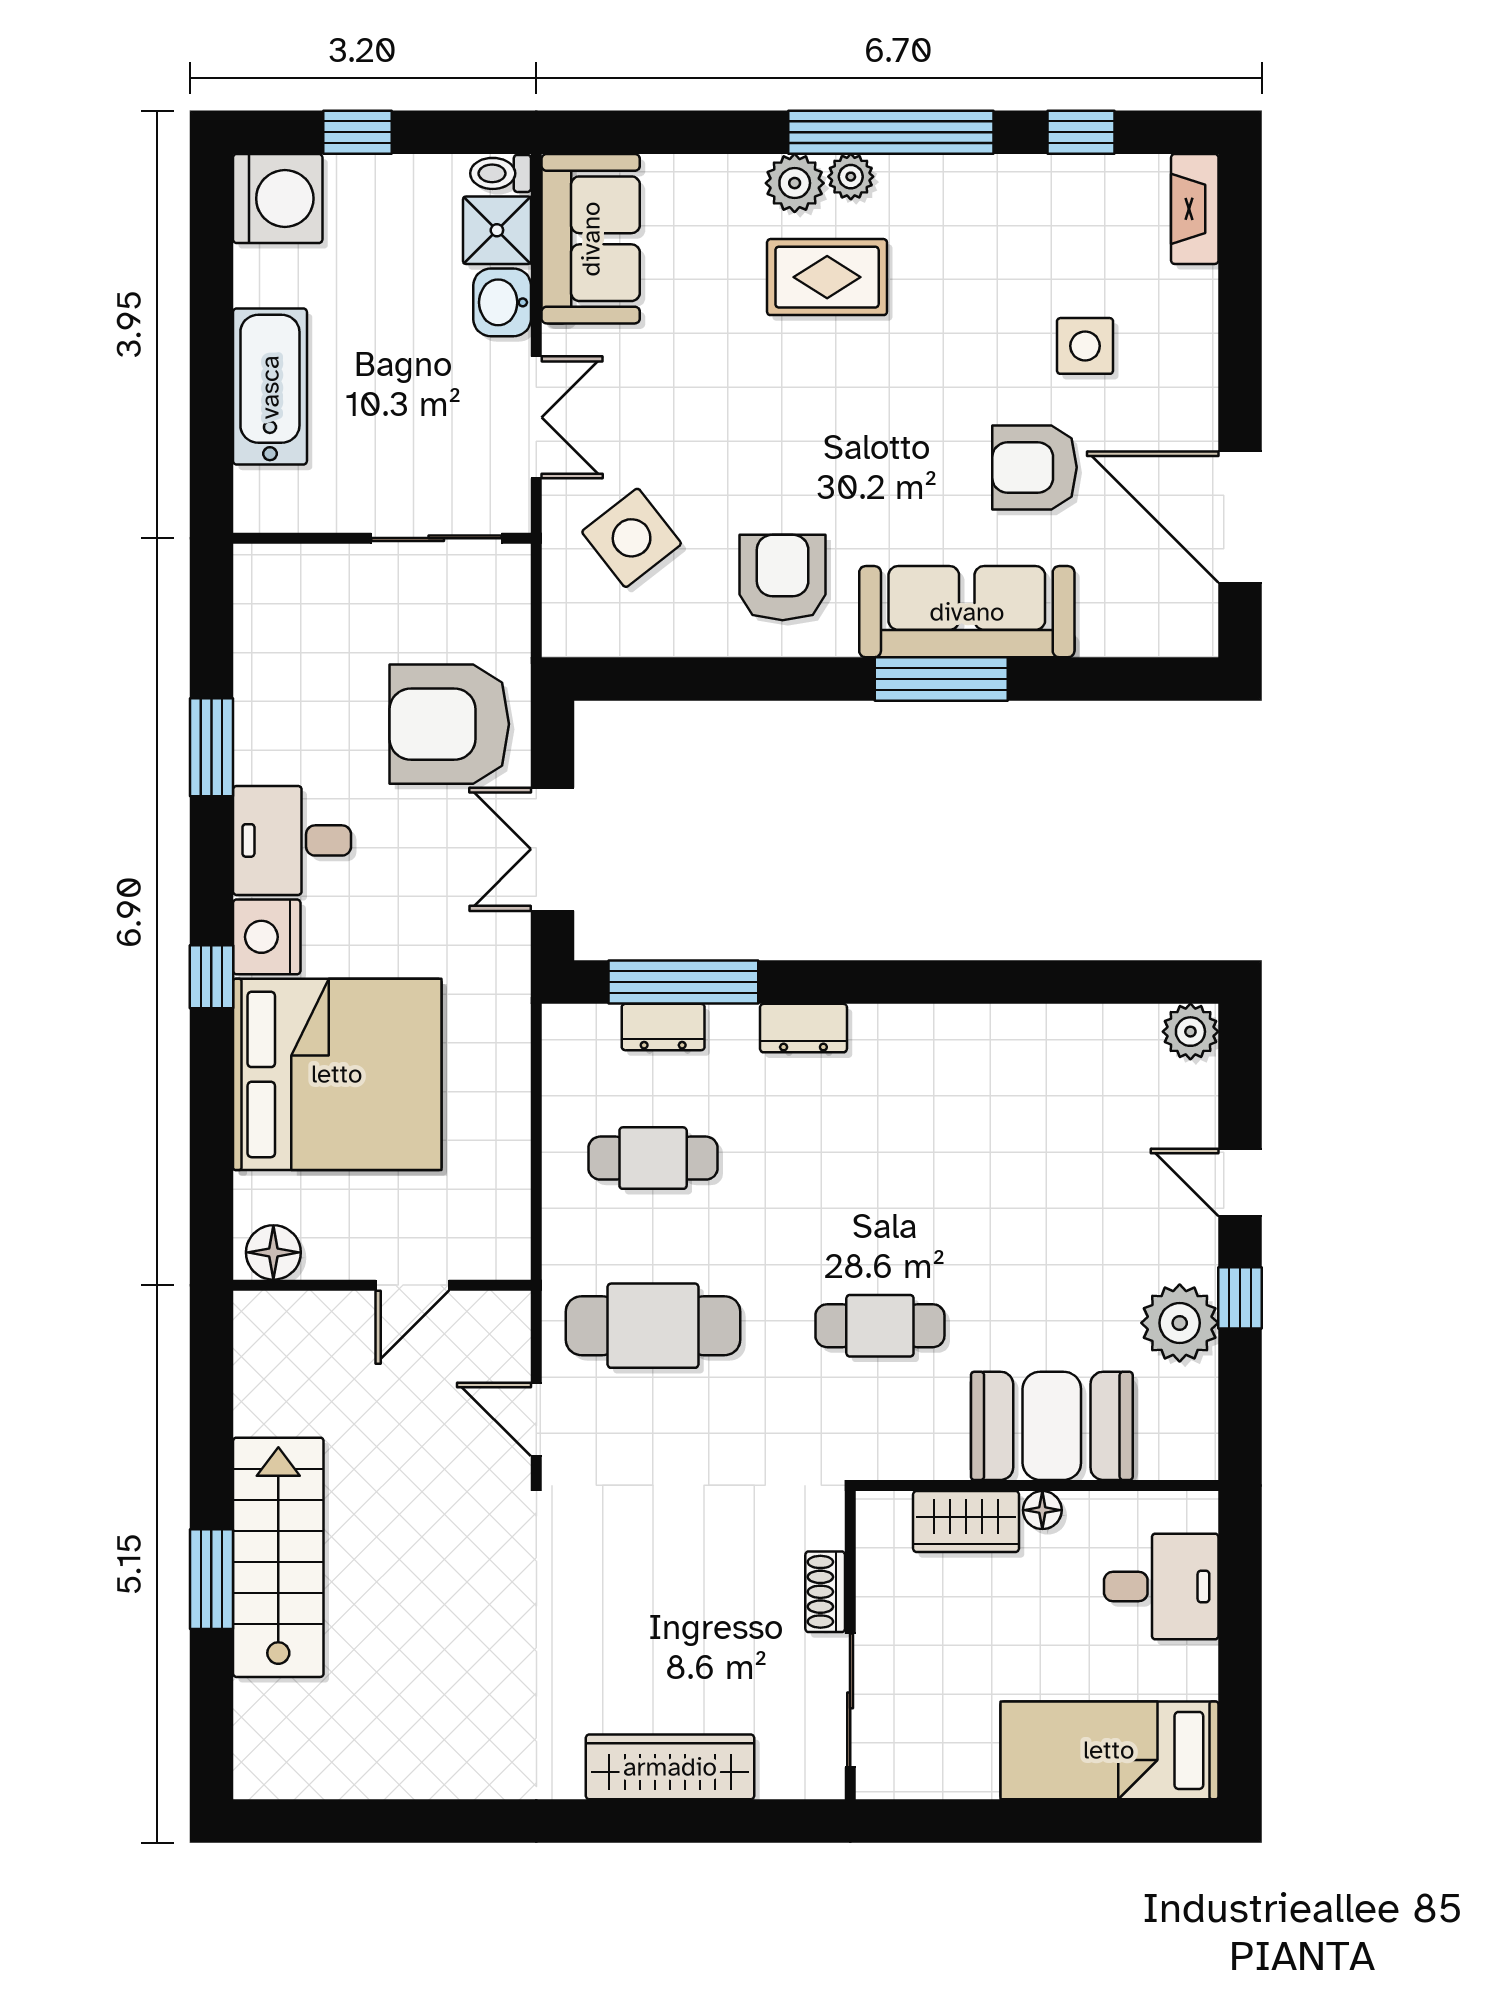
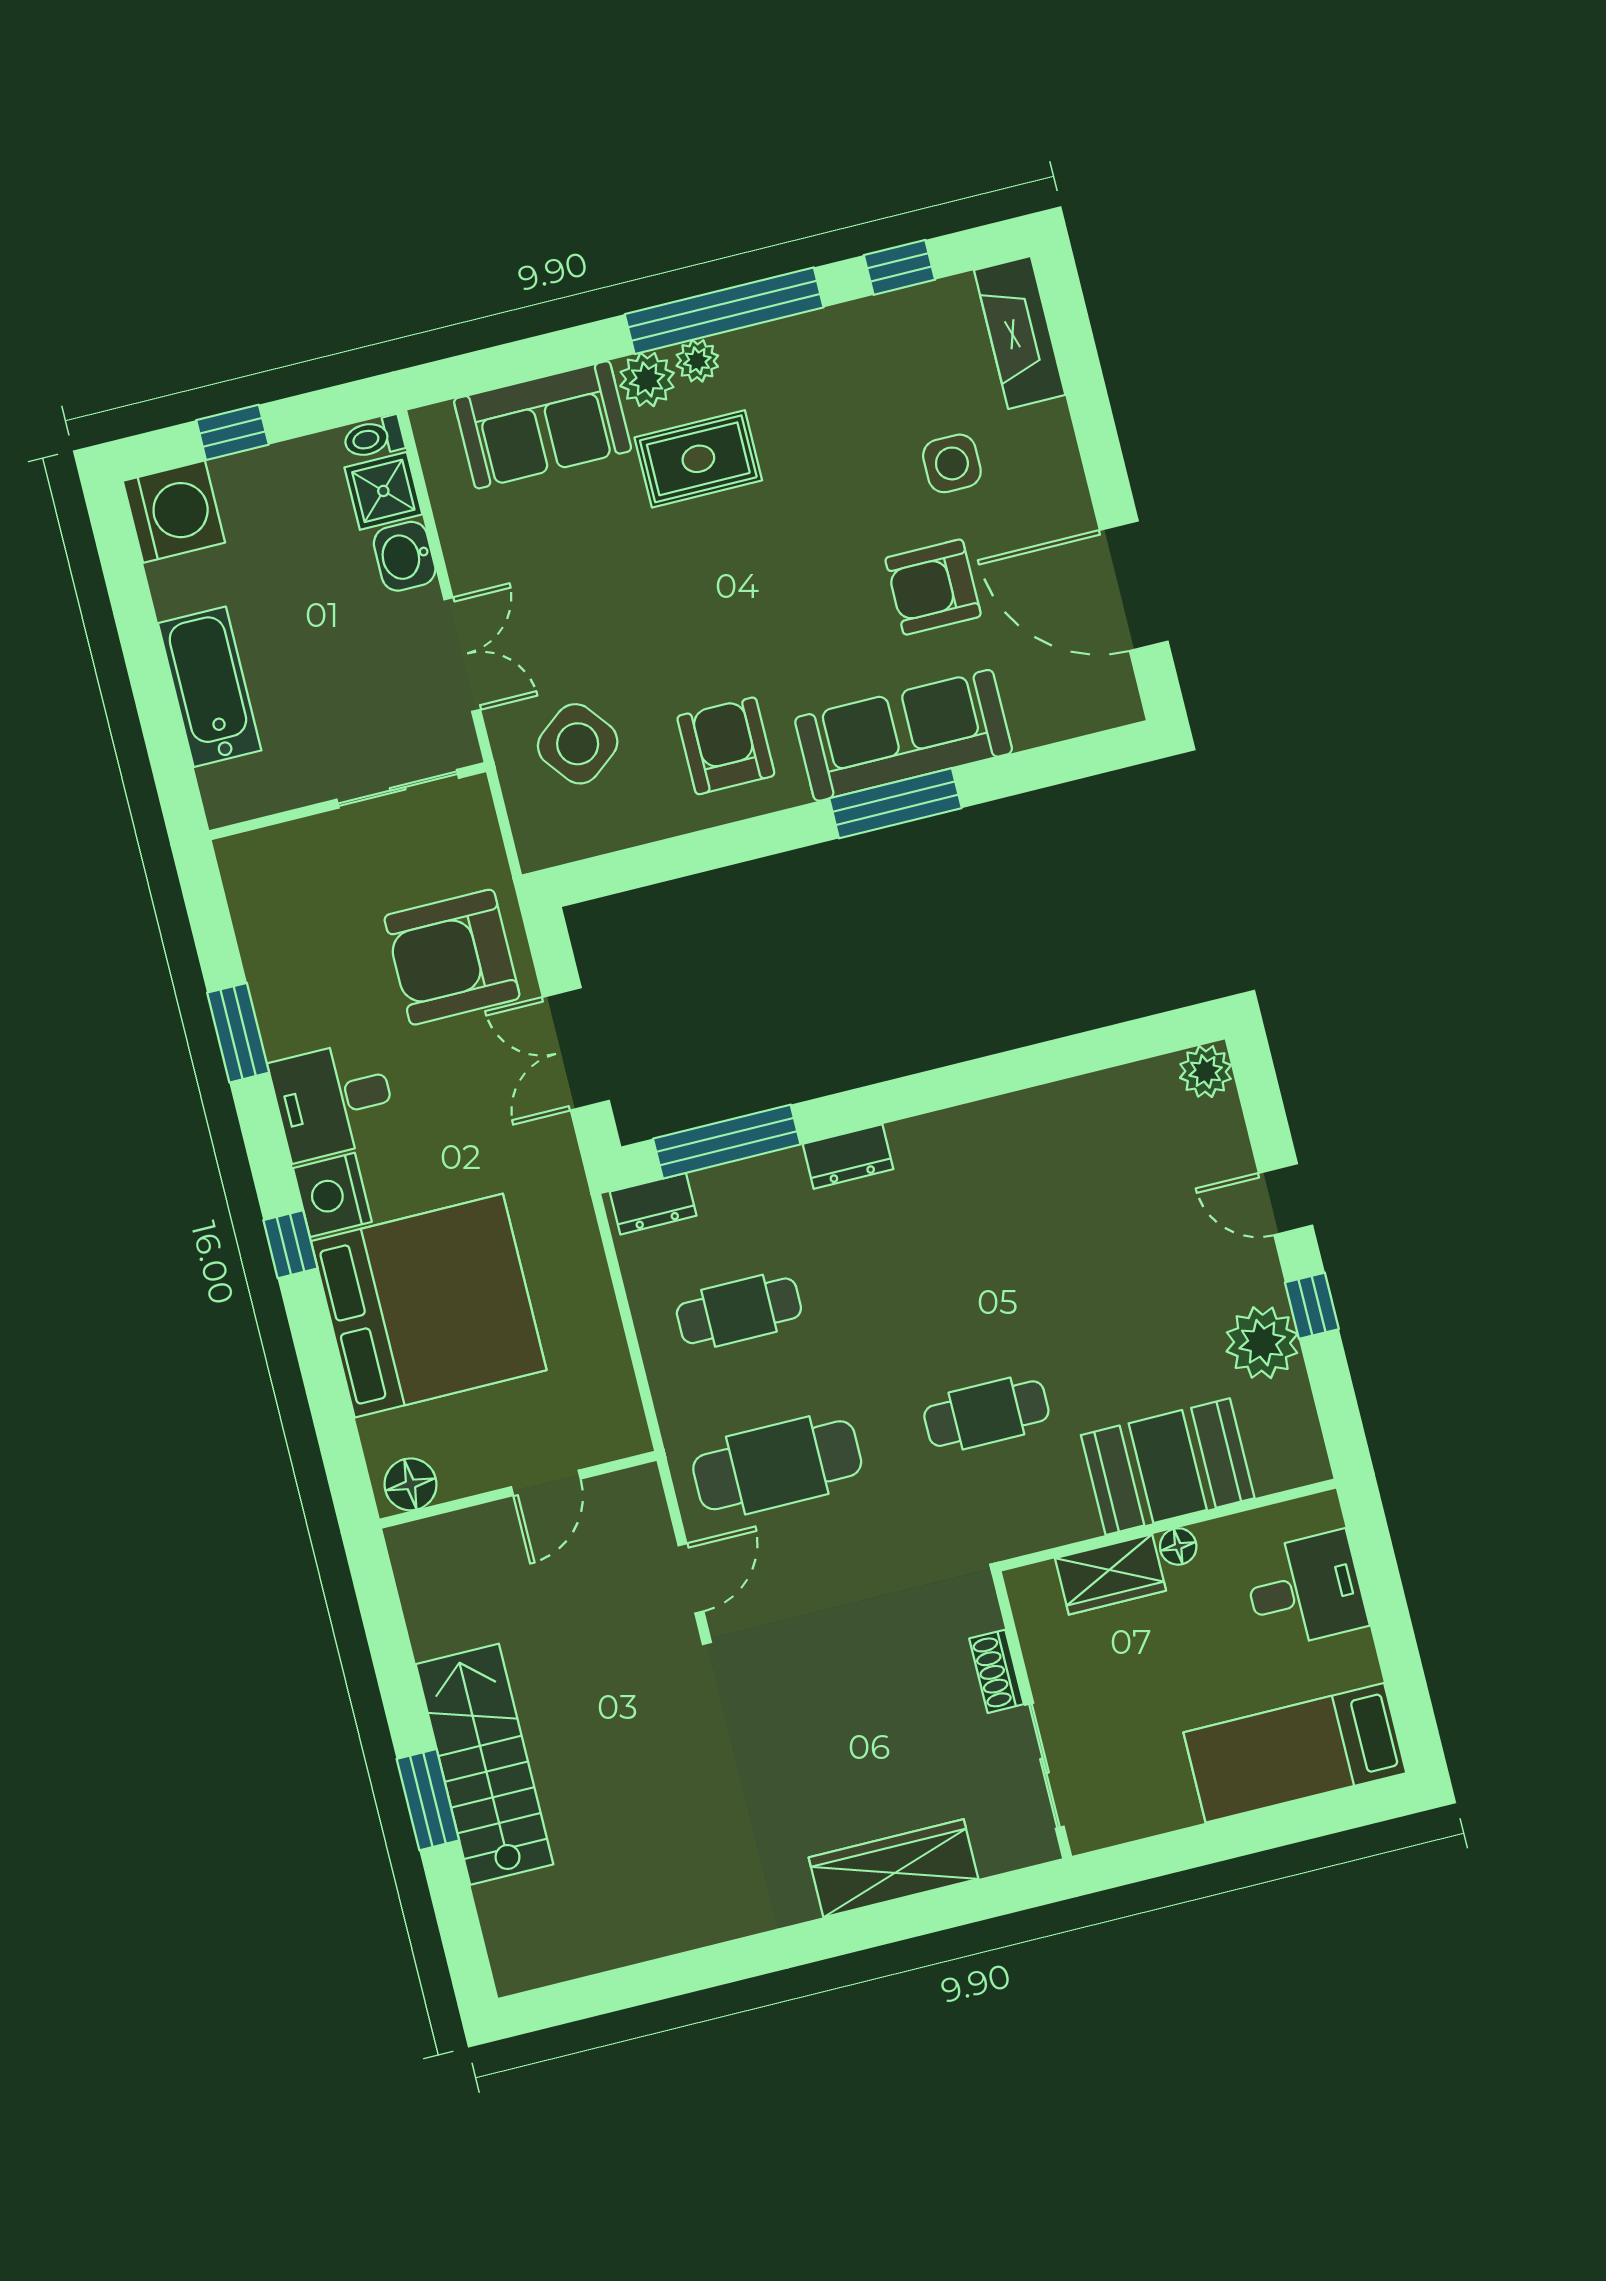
fireplace: (1195, 209) -> (1020, 333), width x1.37, depth x1.32
sofa: (591, 239) -> (543, 425), moved, turned 90
dresser: (663, 1027) -> (653, 1204), moved
door: (536, 1419) -> (691, 1578), swing flipped

